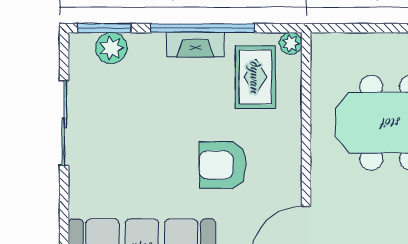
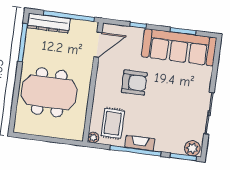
plant: (111, 48) -> (192, 148), moved

